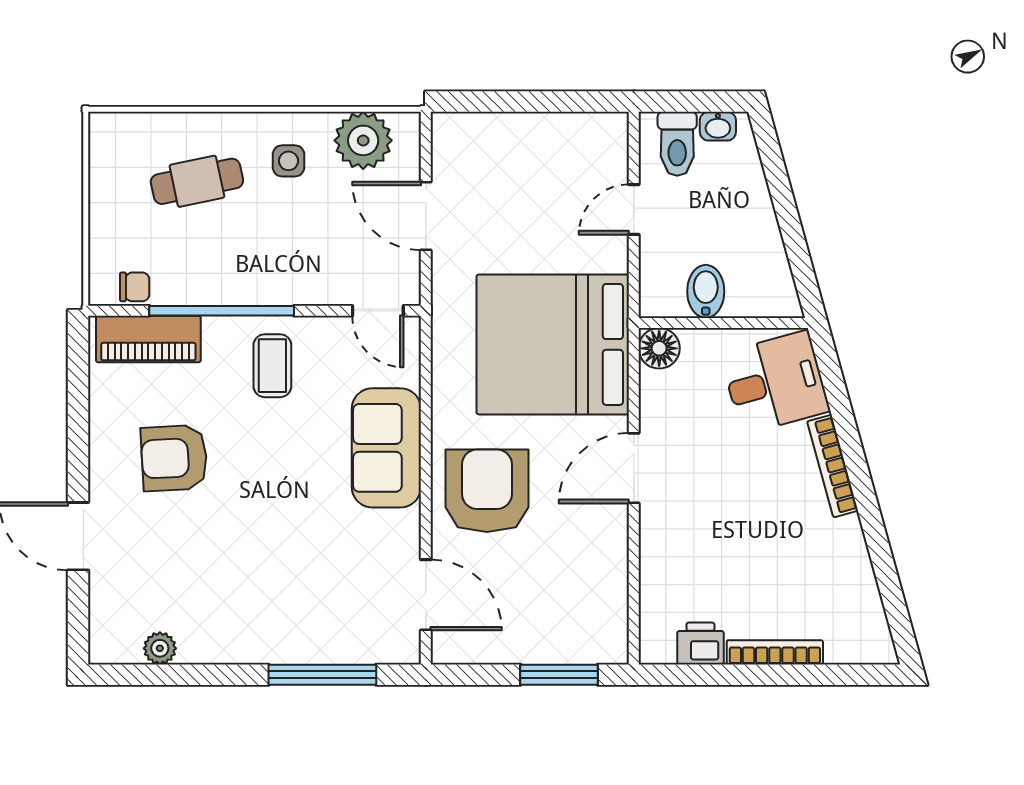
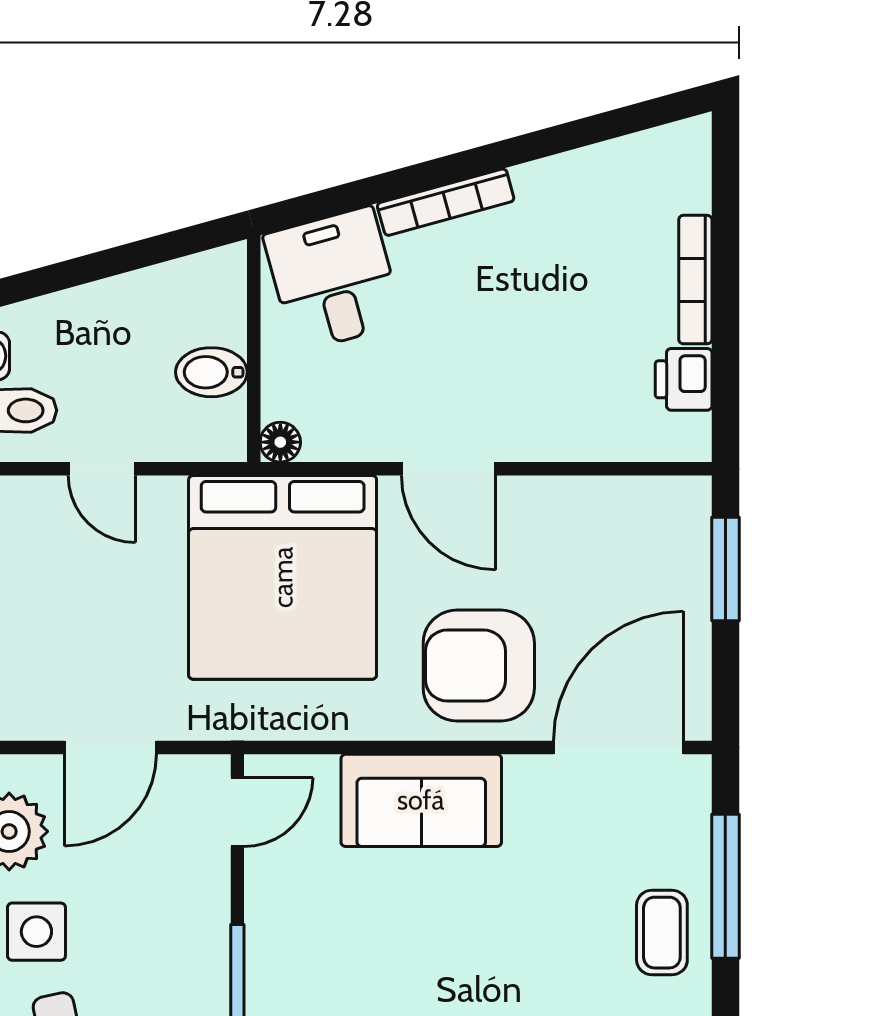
side table: (288, 161) -> (36, 932), width x1.37, depth x1.37
floor lamp: (659, 348) -> (280, 442), width x0.73, depth x0.73
coffee table: (272, 366) -> (662, 933), moved, turned 90
door: (426, 595) -> (618, 747), width x1.36

